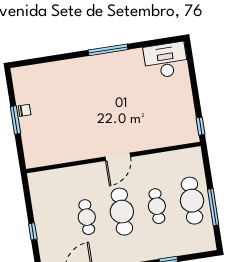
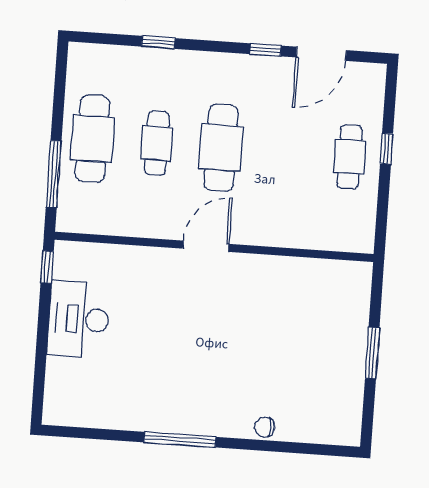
desk: (166, 60) -> (79, 319), moved, turned 90
chair: (25, 110) -> (265, 427), moved
window: (213, 207) -> (54, 174), moved
cafe table: (87, 217) -> (350, 157), moved

